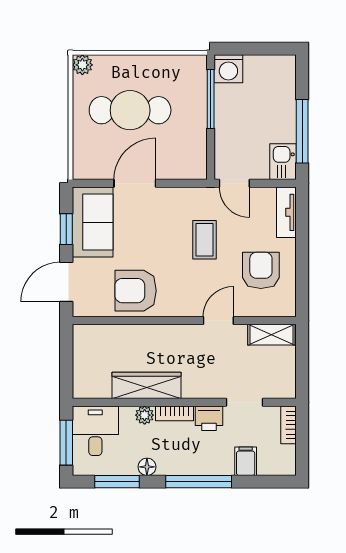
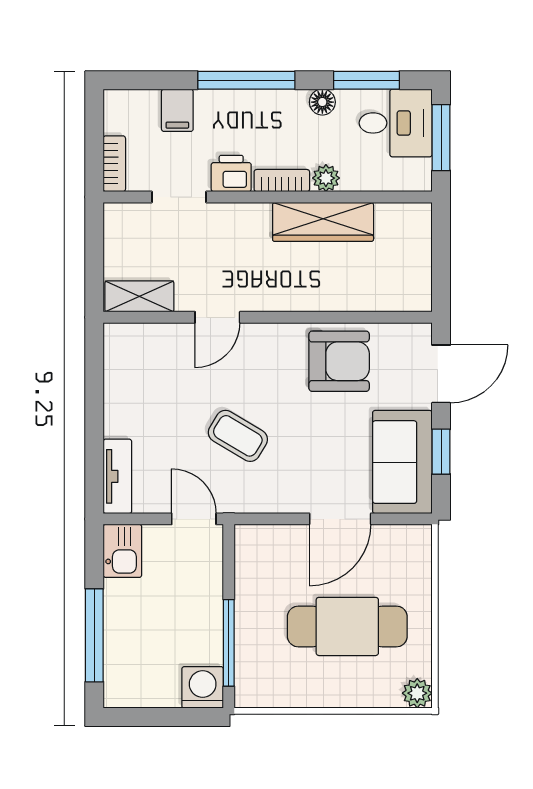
window: (302, 131) -> (94, 635), moved
coffee table: (204, 240) -> (238, 436), turned -59
armchair: (261, 270) -> (155, 391), removed
desk: (95, 431) -> (396, 123), moved, turned -90

